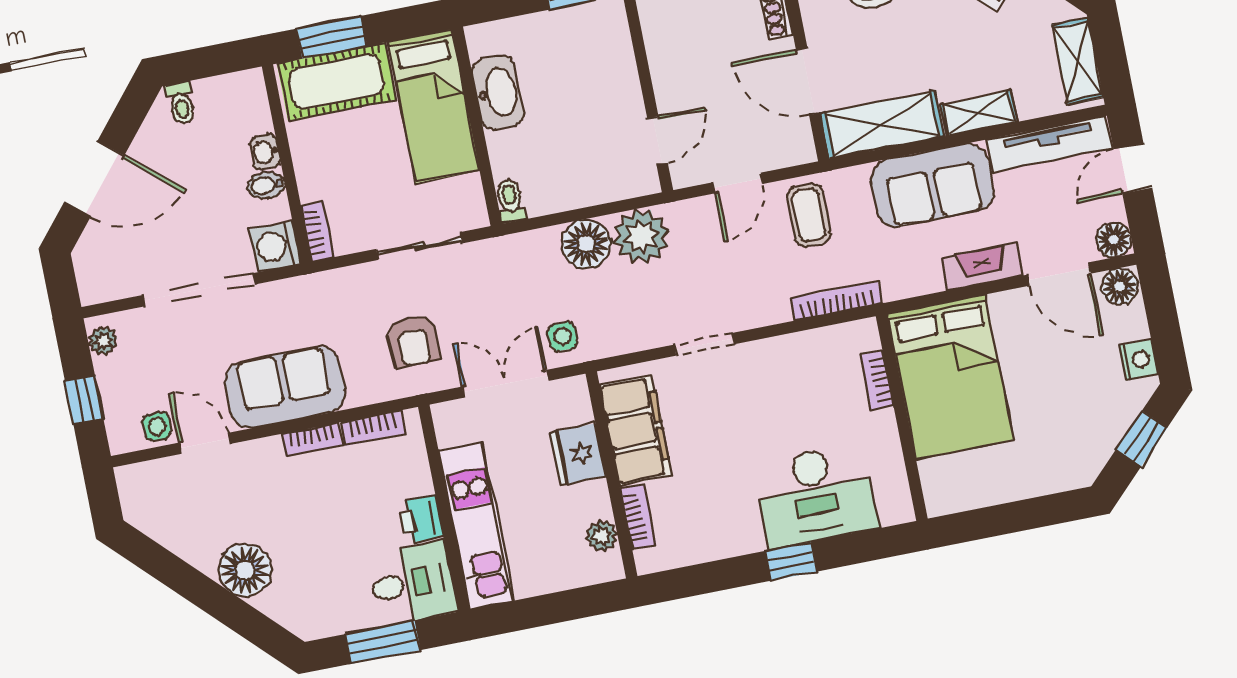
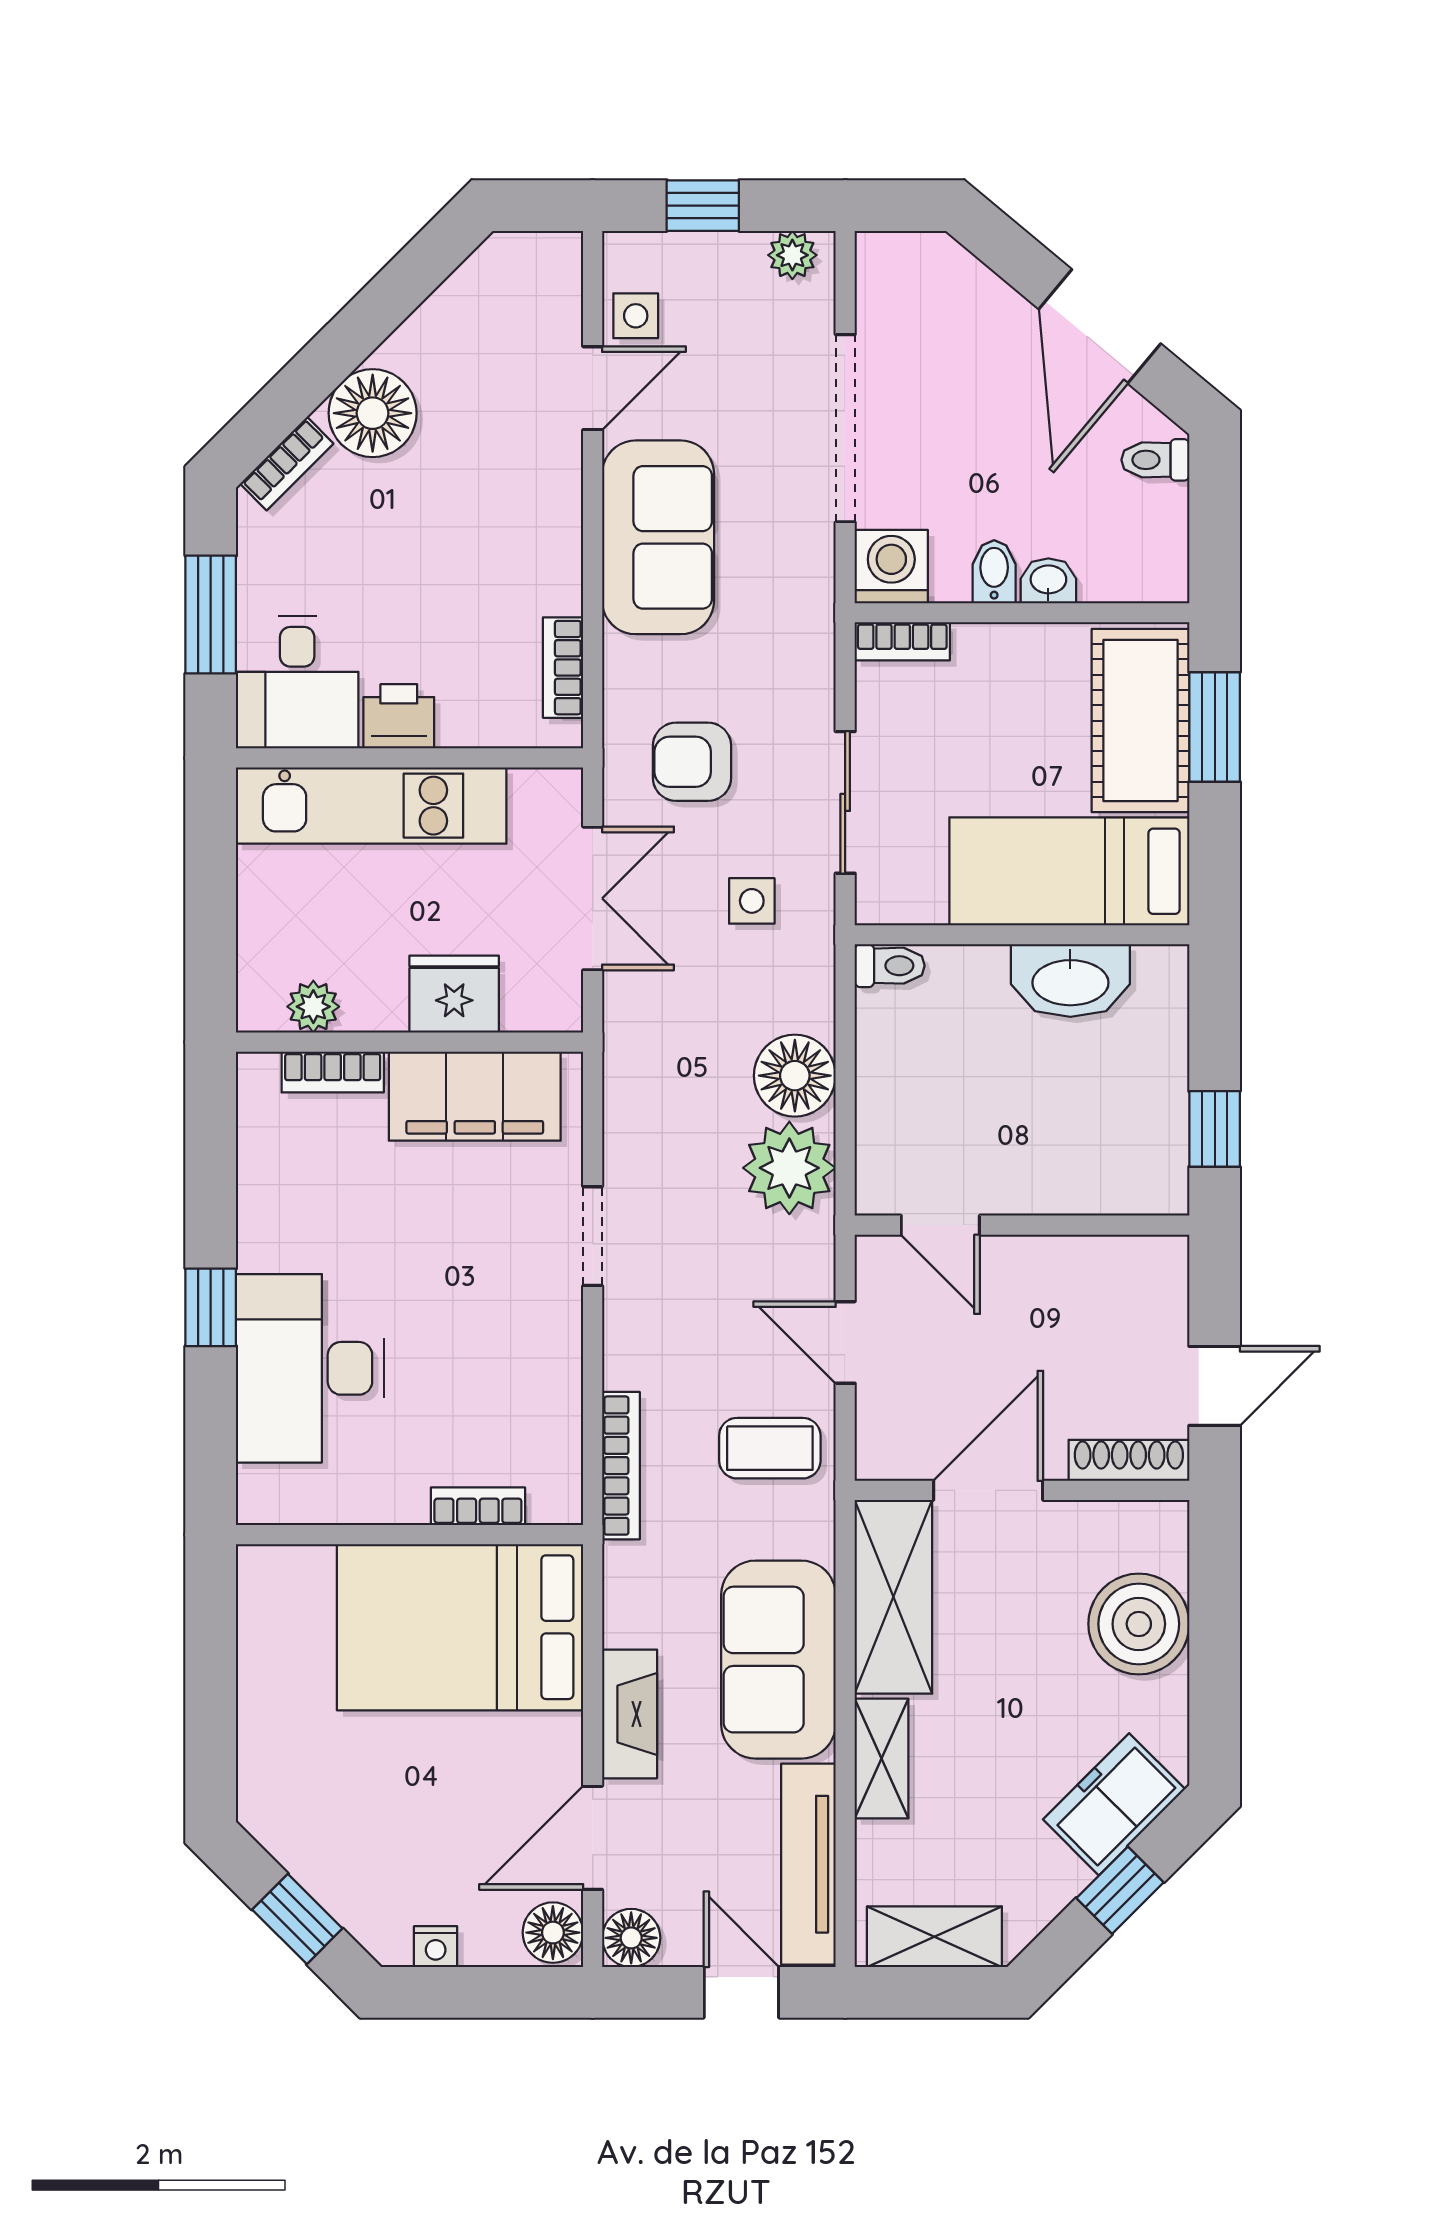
door: (94, 179) -> (1100, 326), moved
side table: (562, 336) -> (752, 901), moved
nightstand: (1138, 360) -> (436, 1947), width x0.72, depth x0.74
bookcase: (312, 439) -> (287, 464), moved, turned -135

